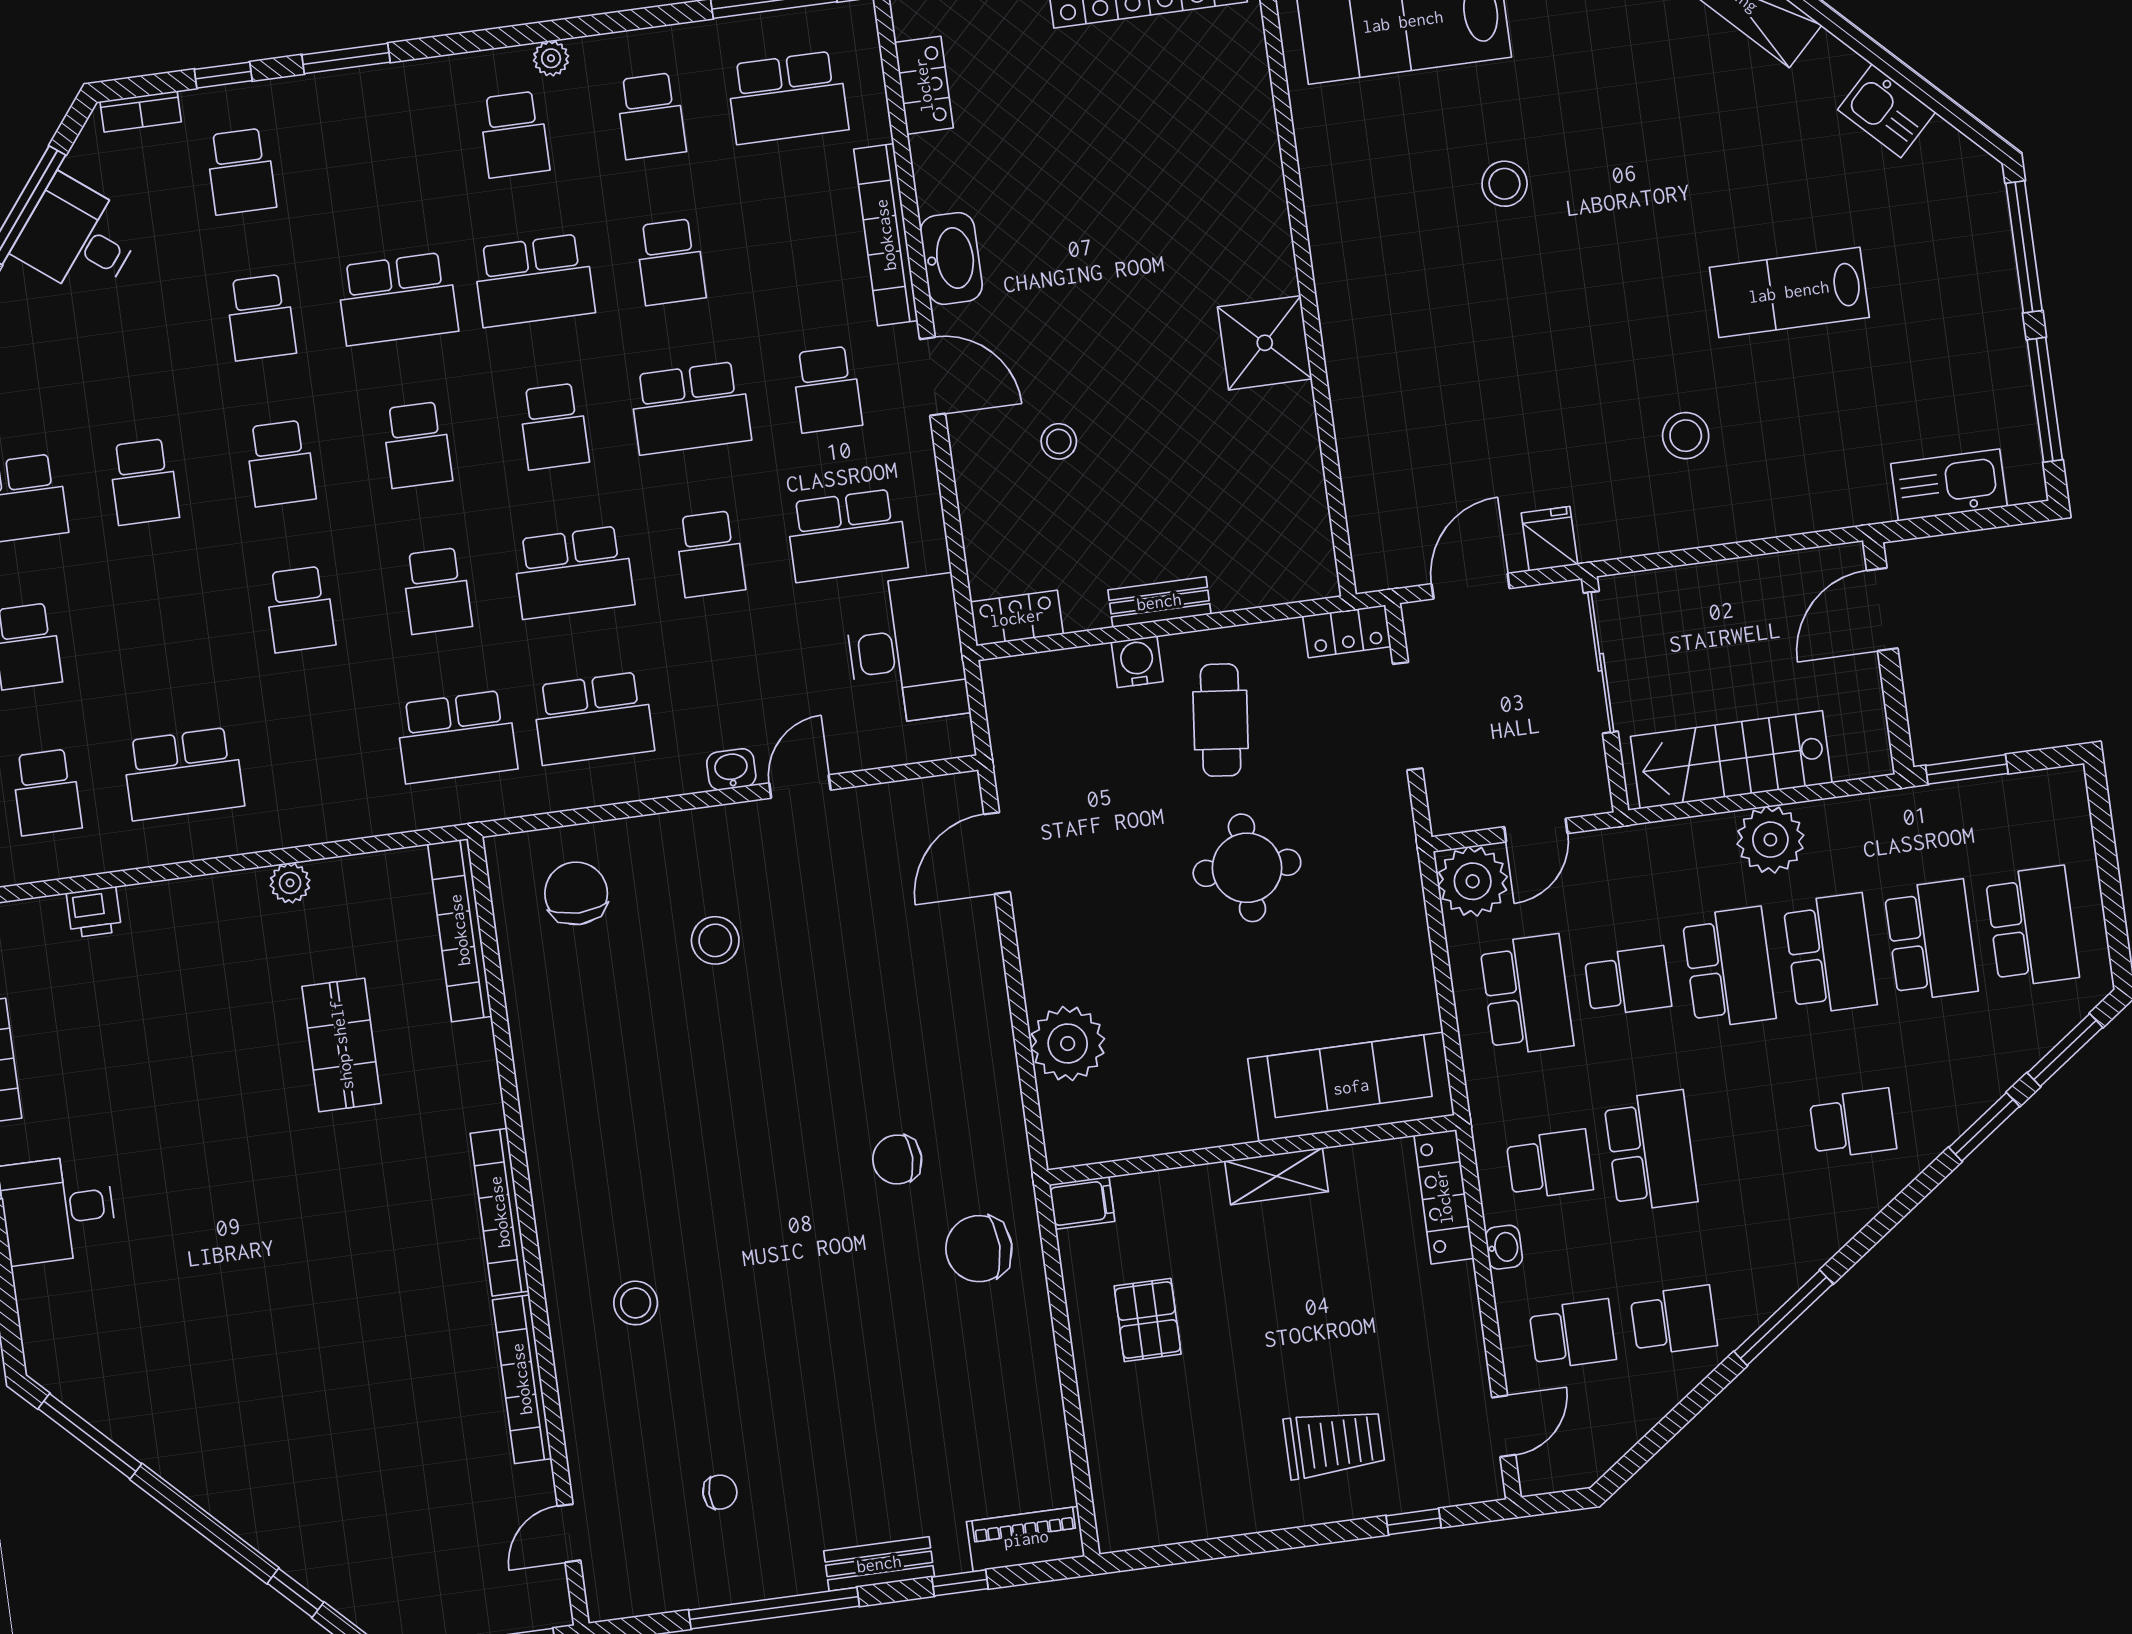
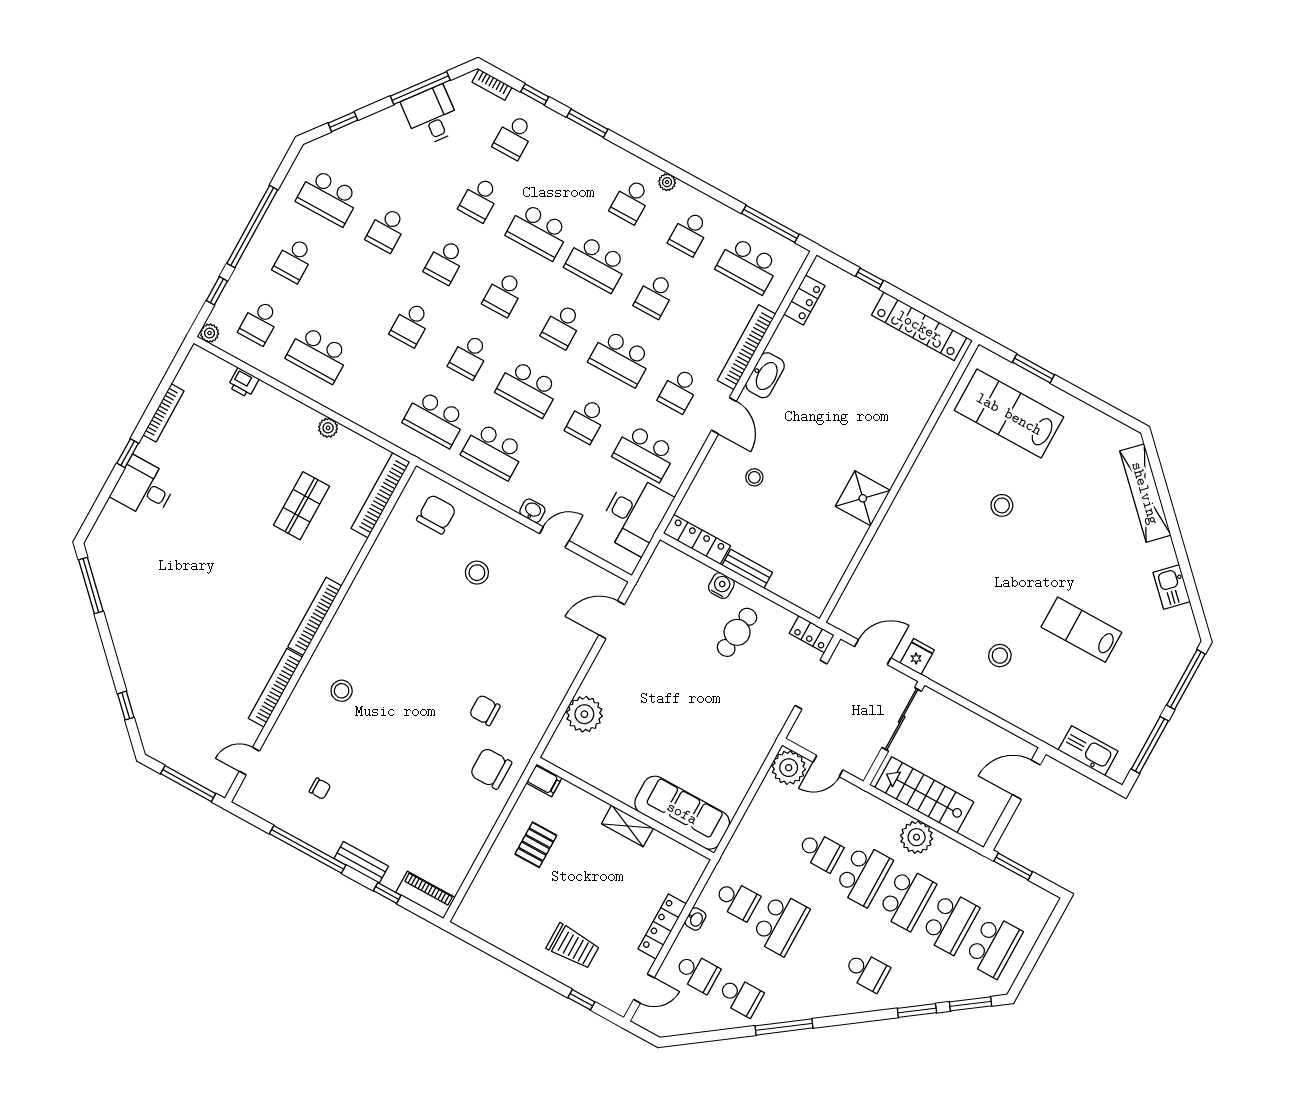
locker: (1017, 618) -> (697, 539), width x1.53
round table: (1247, 868) -> (705, 697), removed
school desk: (1527, 995) -> (777, 827), removed
locker: (1444, 1197) -> (662, 926), moved

